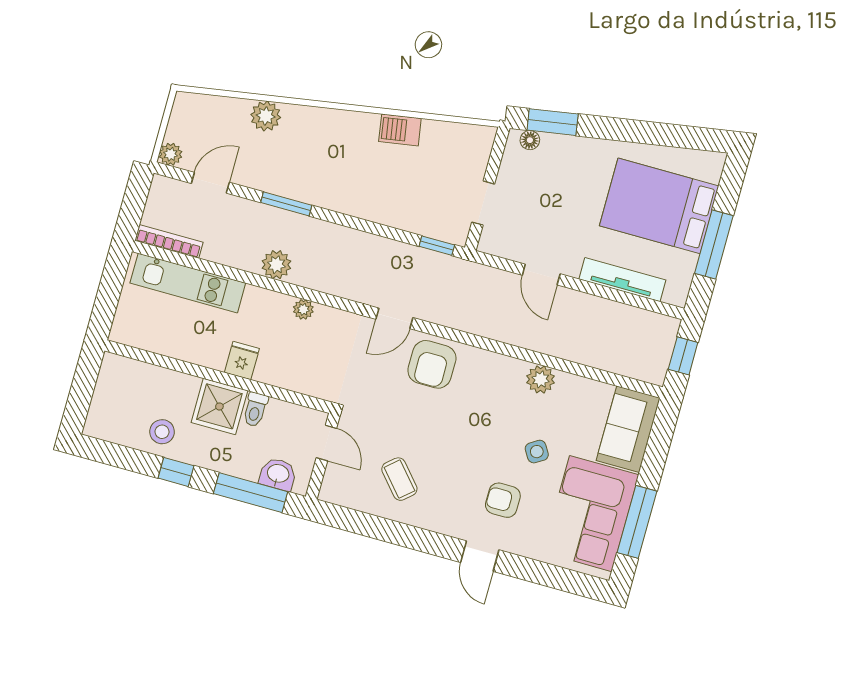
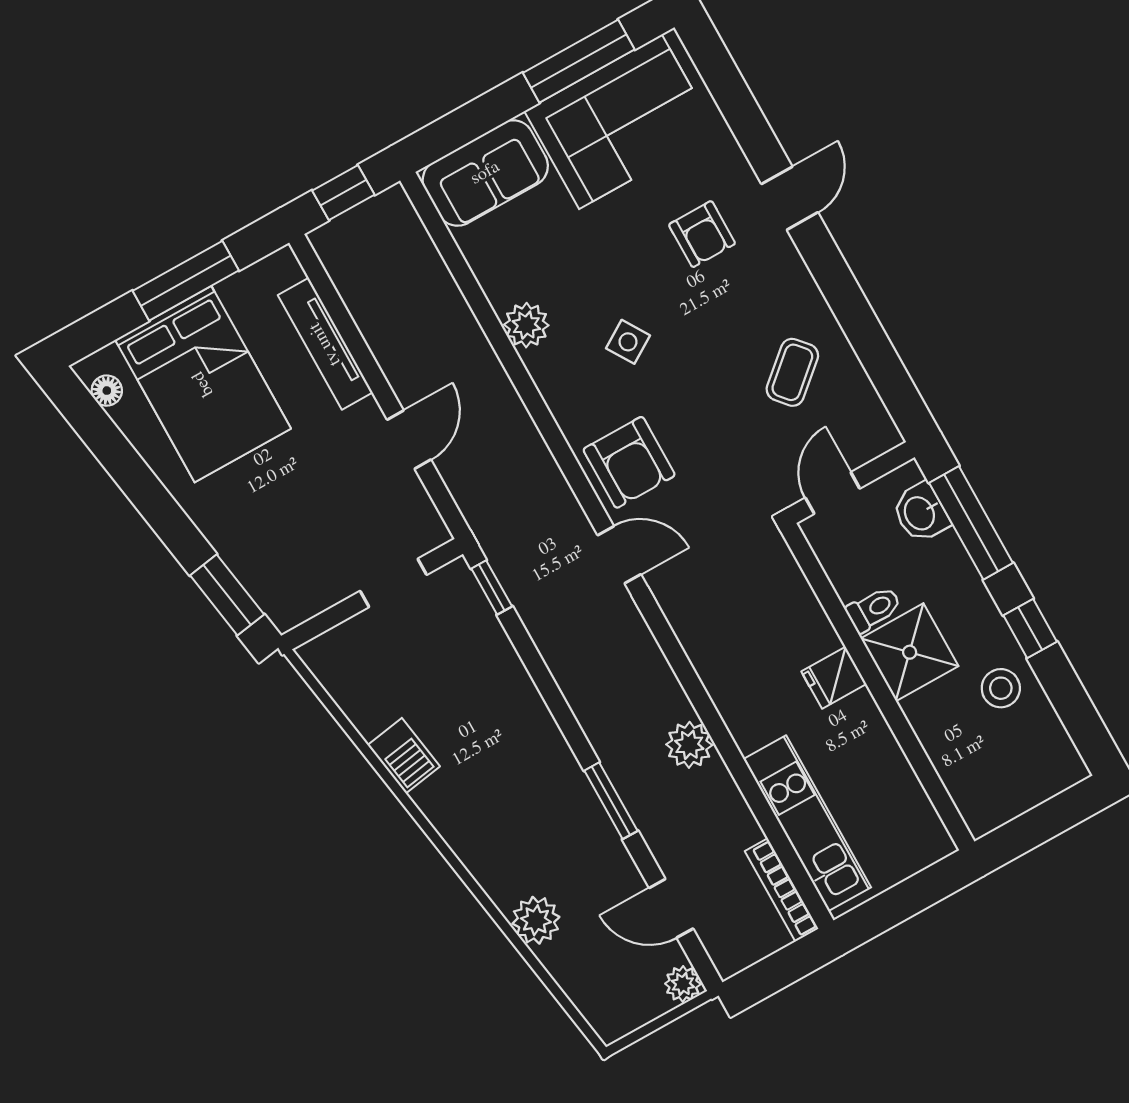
floor lamp: (530, 140) -> (107, 391), moved
plant: (303, 309) -> (709, 666), removed
armchair: (432, 364) -> (629, 462), turned 90
side table: (537, 452) -> (628, 342), moved

